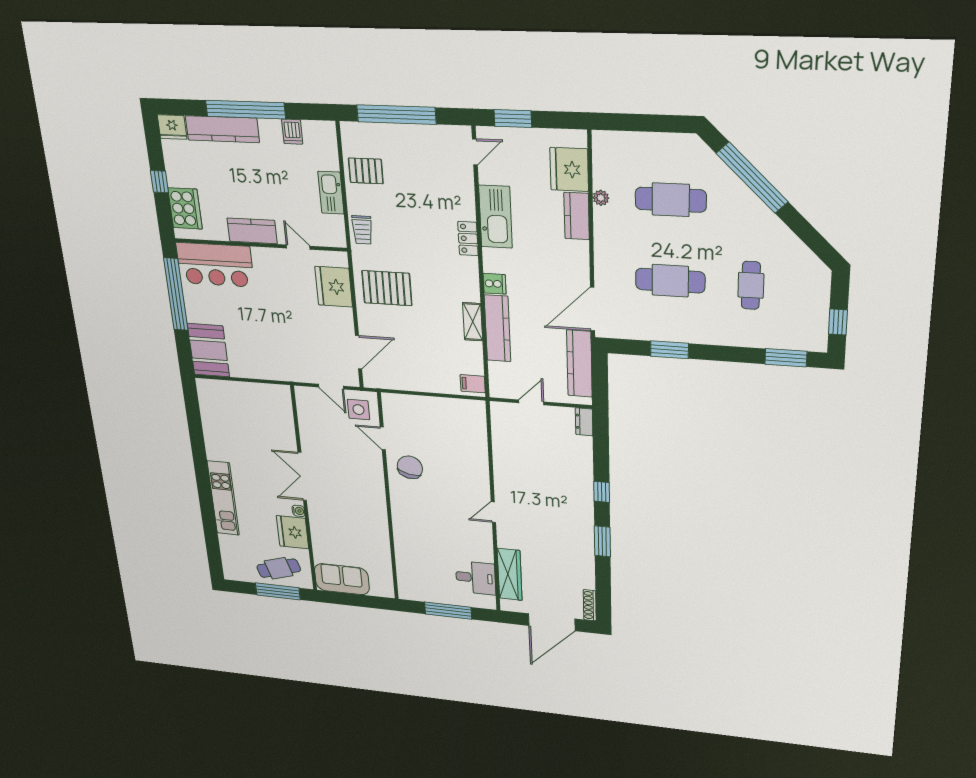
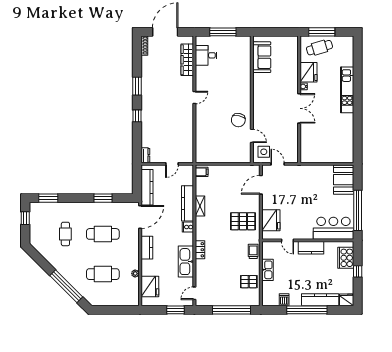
kitchen counter: (577, 216) -> (147, 248), moved
sofa: (342, 579) -> (262, 57), moved, turned -90

